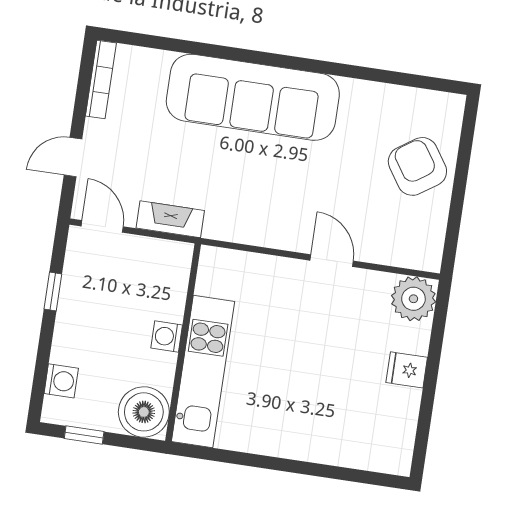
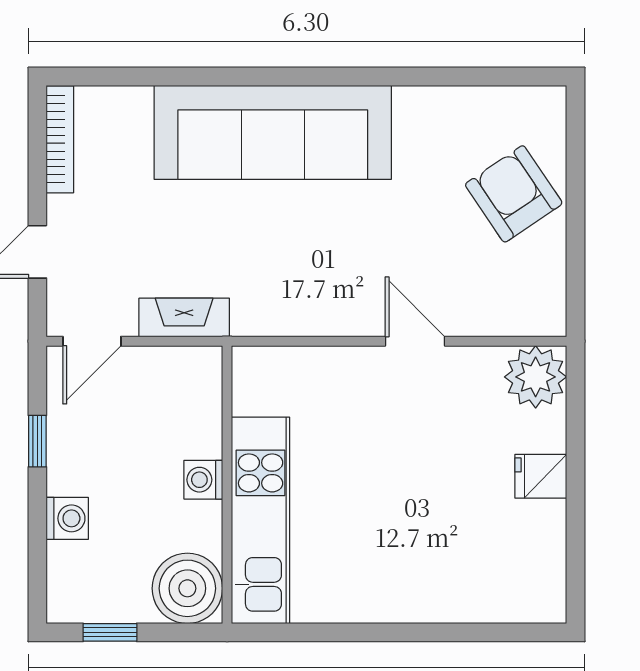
door: (102, 226) -> (92, 341), swing flipped
washing machine: (61, 381) -> (67, 518), moved

